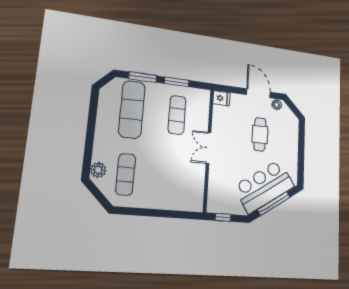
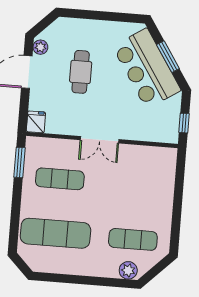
window: (143, 77) -> (15, 221), removed
window: (177, 82) -> (19, 162), moved
cafe table: (260, 134) -> (81, 72), turned 90
window: (274, 204) -> (168, 57), width x0.69

